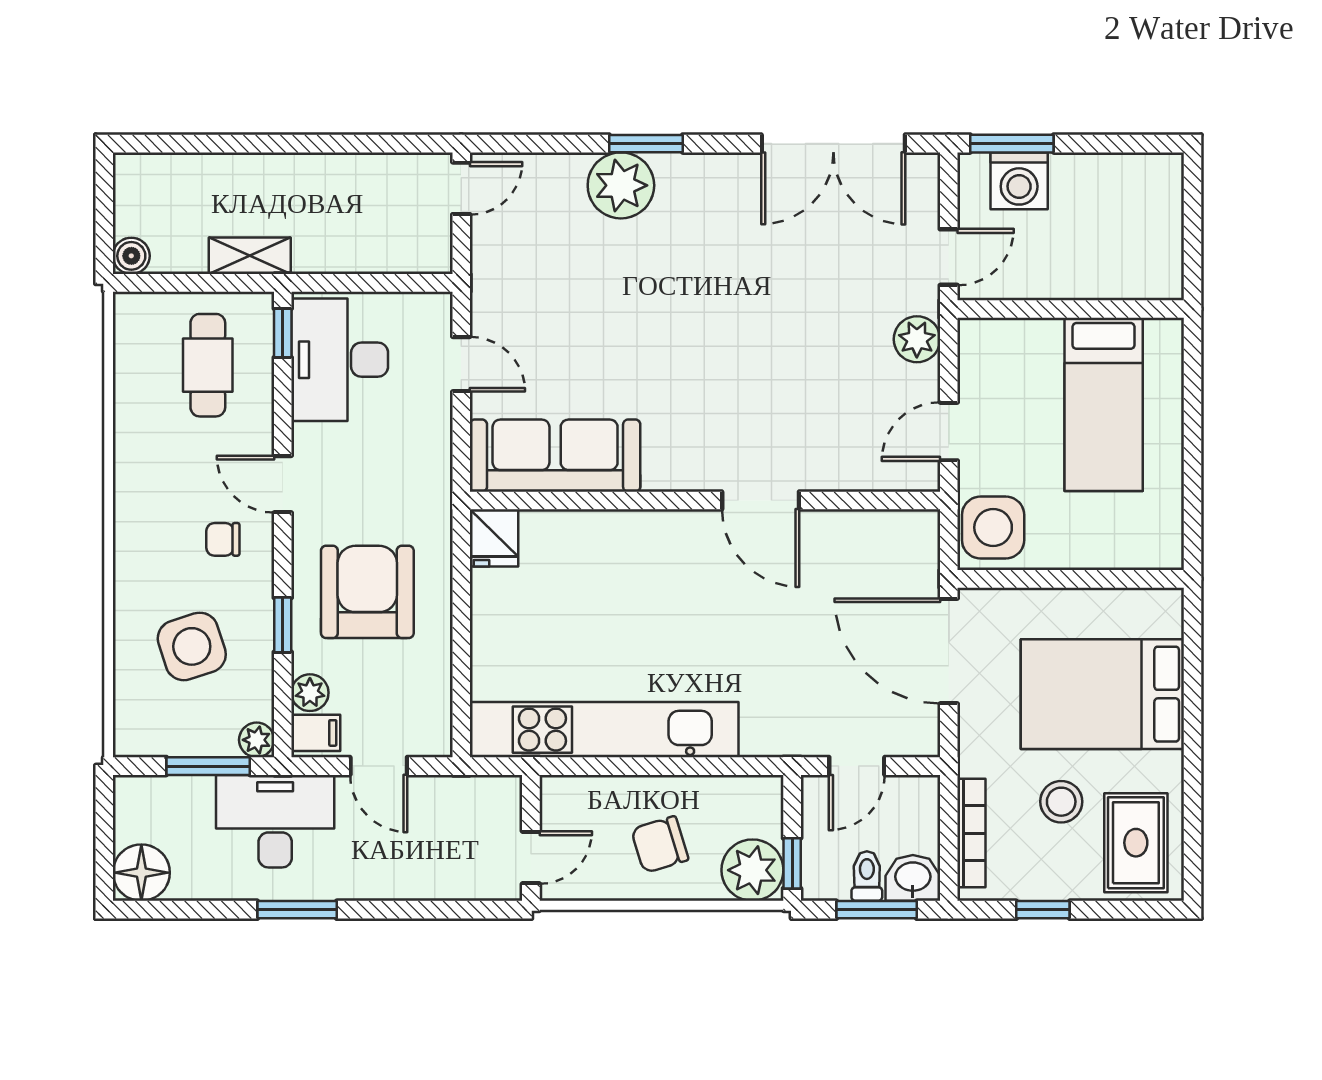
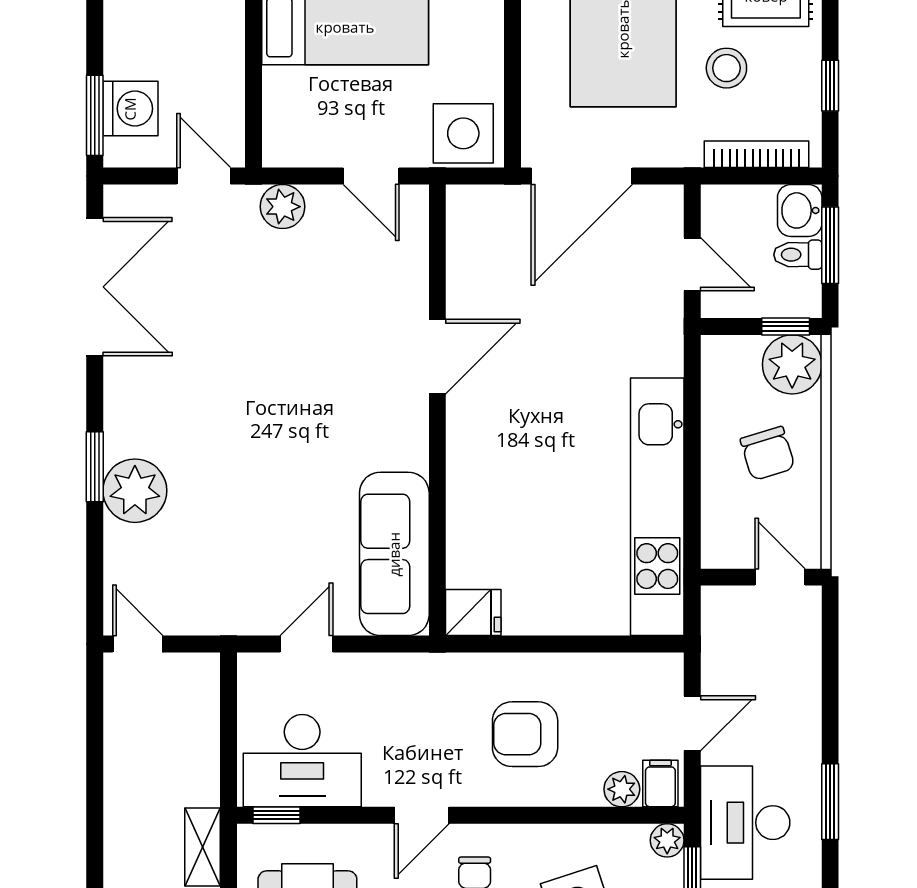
armchair: (367, 592) -> (525, 734), width x0.73, depth x0.73
window: (283, 625) -> (557, 815), removed

